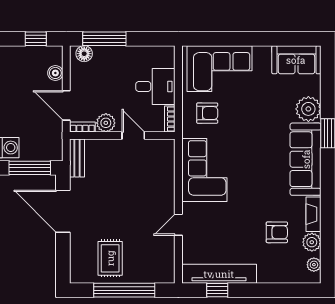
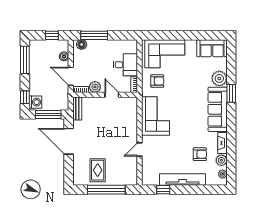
tv unit: (219, 274) -> (183, 180), moved

